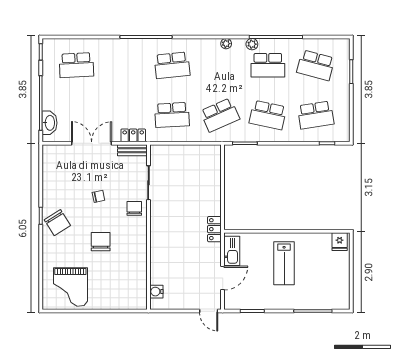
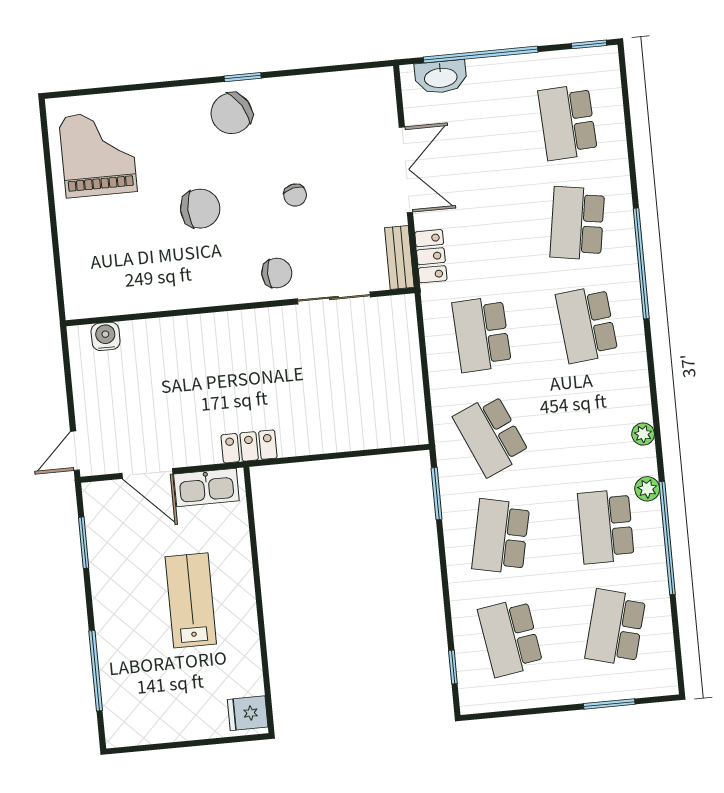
school desk: (124, 65) -> (577, 223), added
lab bench: (284, 263) -> (191, 600), turned 90
grand piano: (70, 287) -> (98, 154), turned 90

